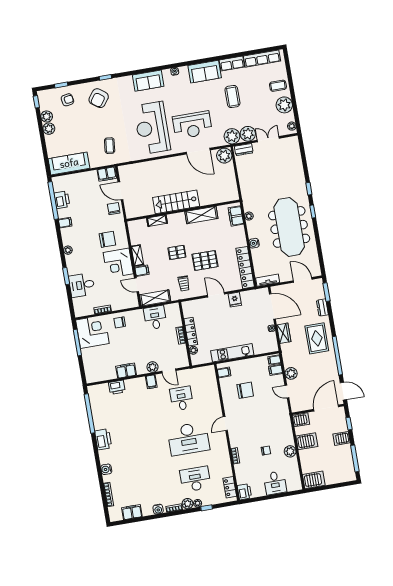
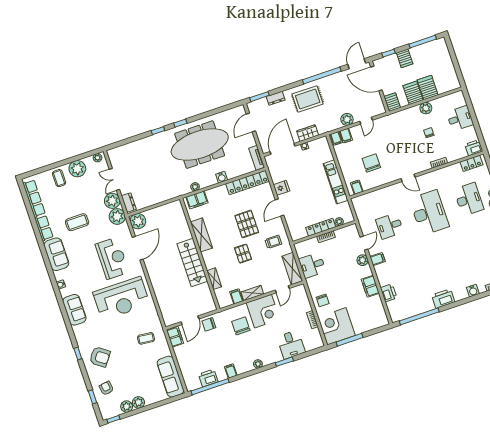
filing cabinet: (142, 271) -> (236, 296), moved
desk: (195, 479) -> (469, 199), turned 180
server rack: (314, 480) -> (428, 88), moved

